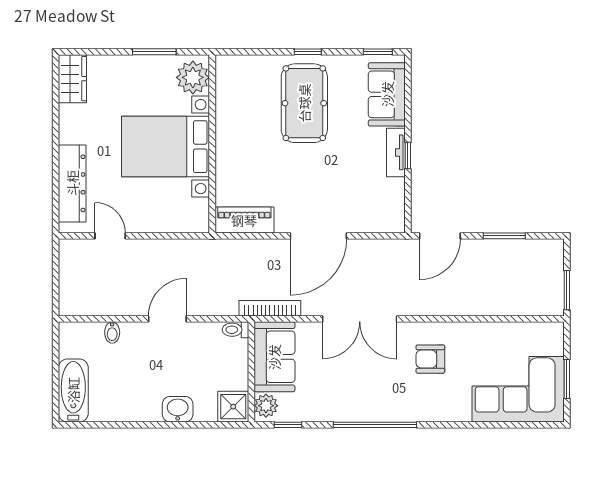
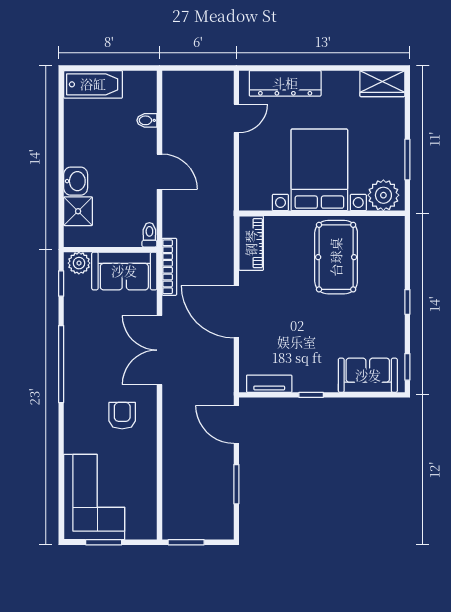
pool table: (304, 103) -> (336, 257), moved, turned 90
tv unit: (396, 152) -> (269, 384), moved
shower: (233, 407) -> (78, 211), moved

